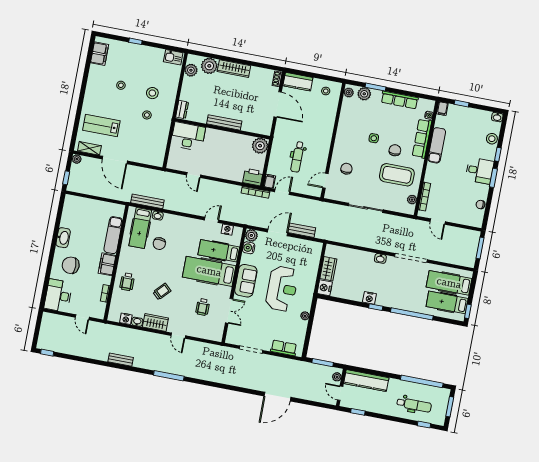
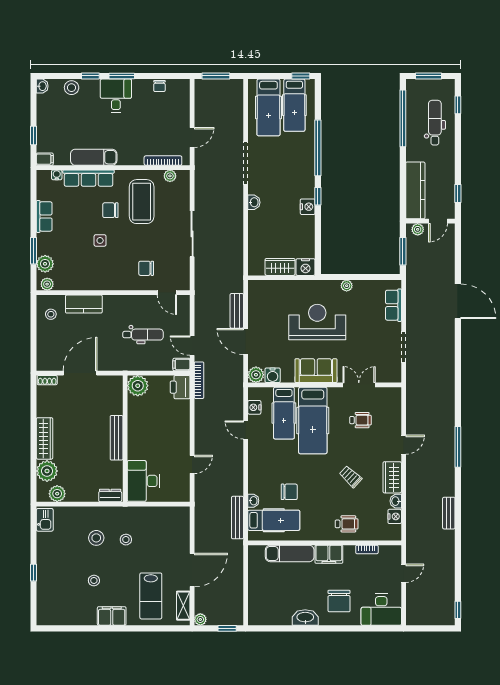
filing cabinet: (100, 54) -> (112, 616), moved
kitchen counter: (298, 82) -> (84, 304), moved, turned 90
row of seats: (400, 100) -> (44, 216), width x0.68

